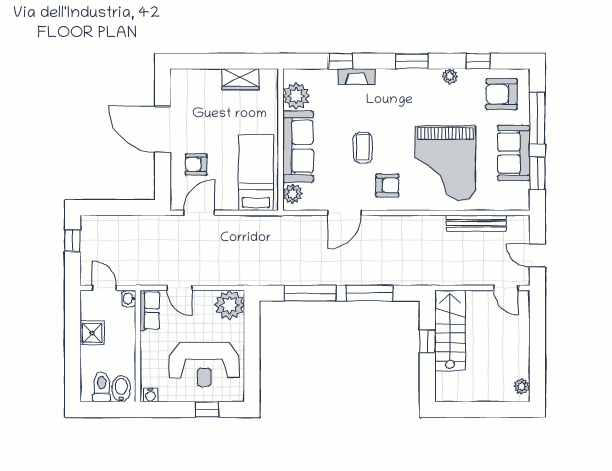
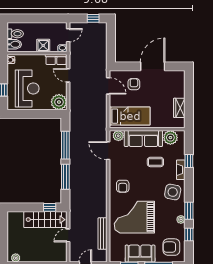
window: (412, 61) -> (189, 211), moved
side table: (398, 92) -> (173, 192), added
armchair: (502, 94) -> (171, 247), turned -90
coffee table: (363, 148) -> (155, 162), moved
door: (345, 213) -> (108, 151), moved
door: (180, 288) -> (68, 75), hinge flipped
door: (506, 288) -> (68, 235), moved
shower: (92, 333) -> (43, 46), moved
window: (427, 342) -> (50, 207), moved
reception desk: (204, 365) -> (27, 88), turned 180

